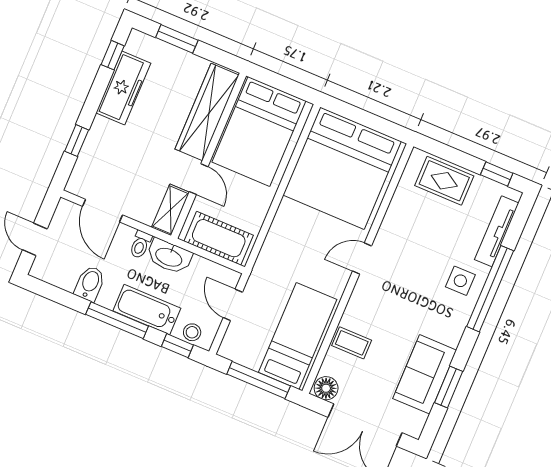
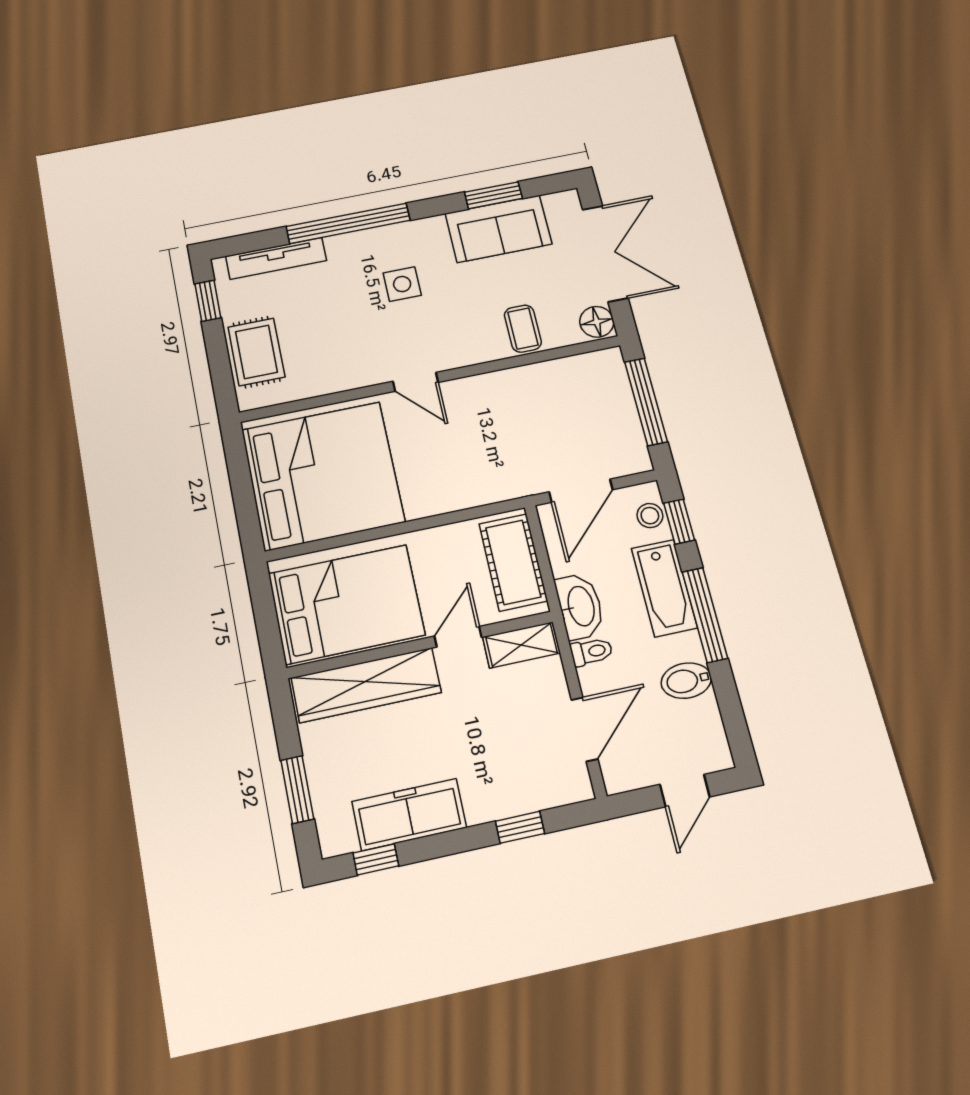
side table: (460, 281) -> (402, 284), moved
door: (233, 305) -> (581, 491), width x1.38
bed: (298, 336) -> (561, 393), removed

